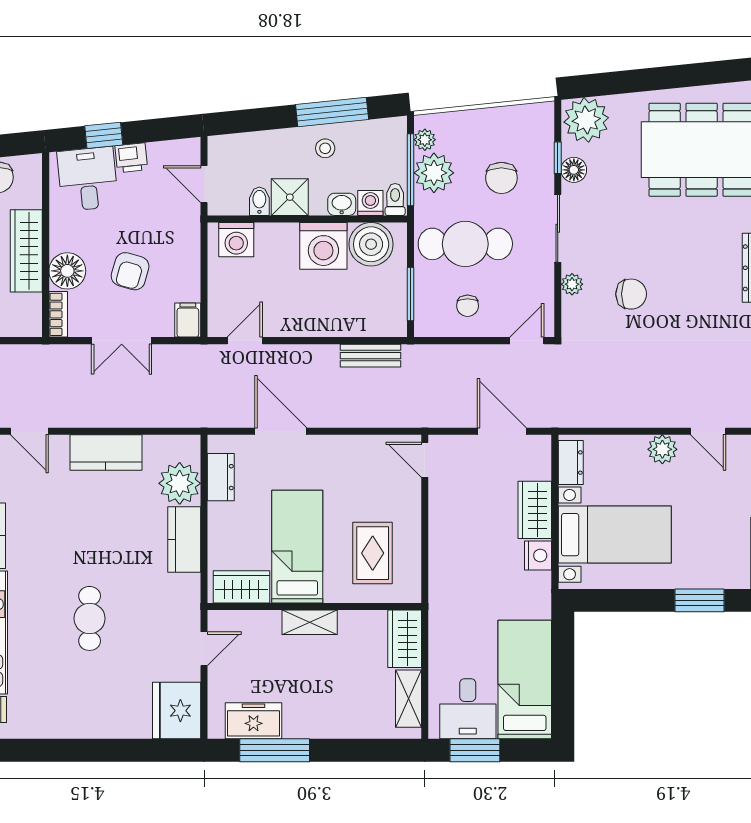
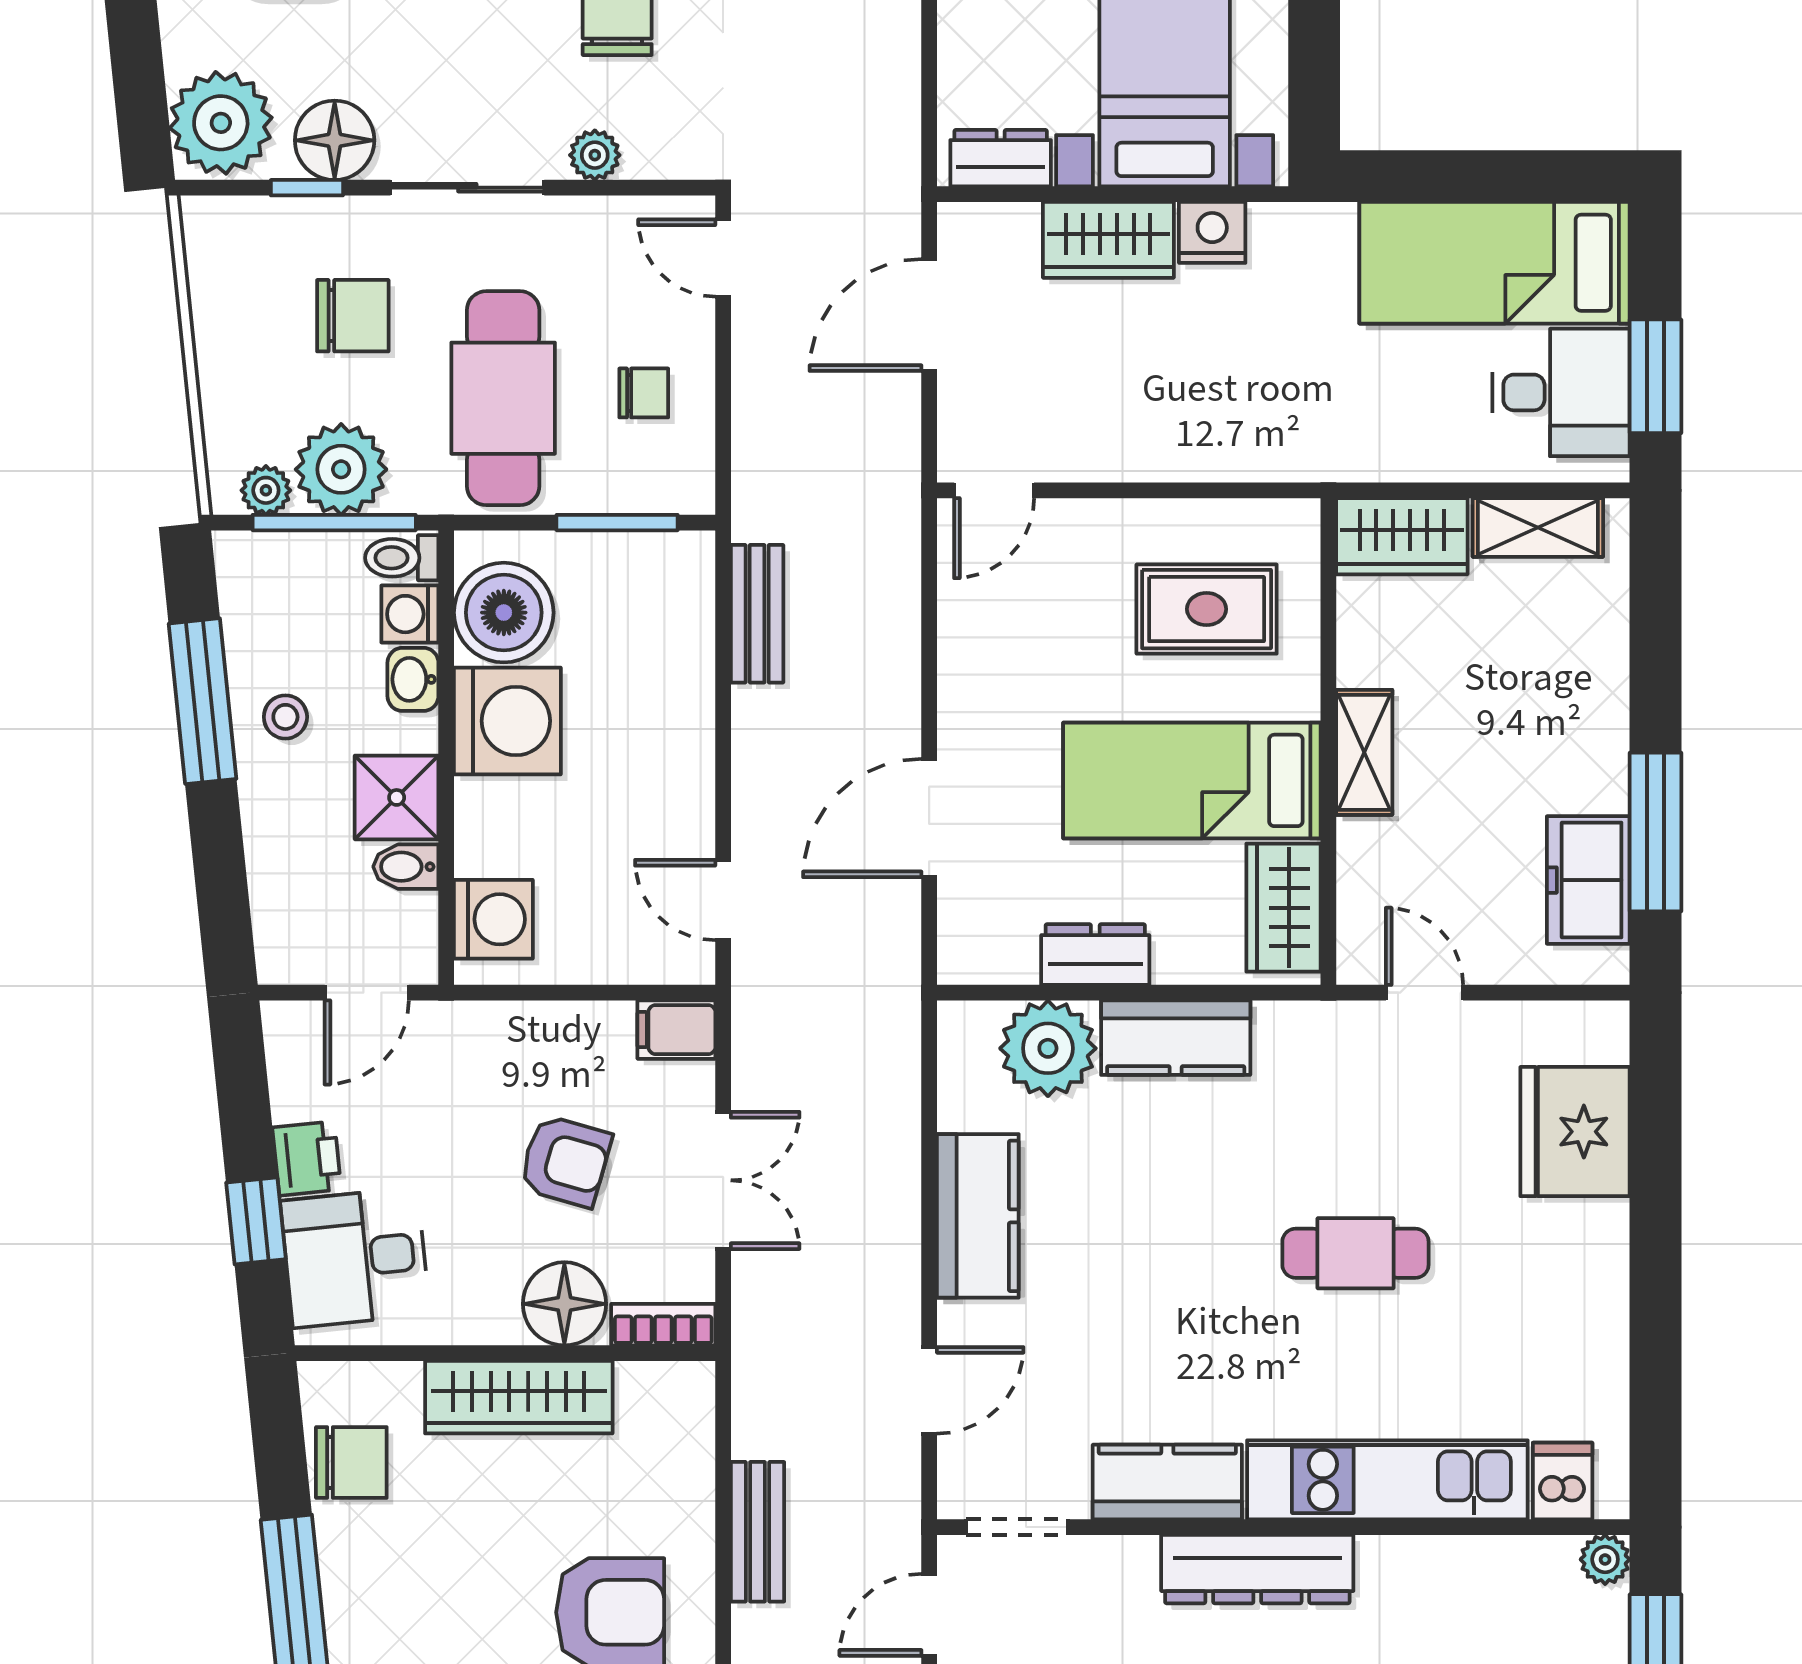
floor lamp: (574, 170) -> (335, 140), width x1.38, depth x1.38
dresser: (221, 477) -> (1095, 954), moved
fridge: (177, 711) -> (1575, 1132), moved, turned 90

